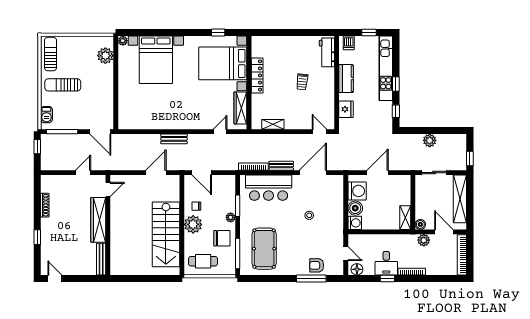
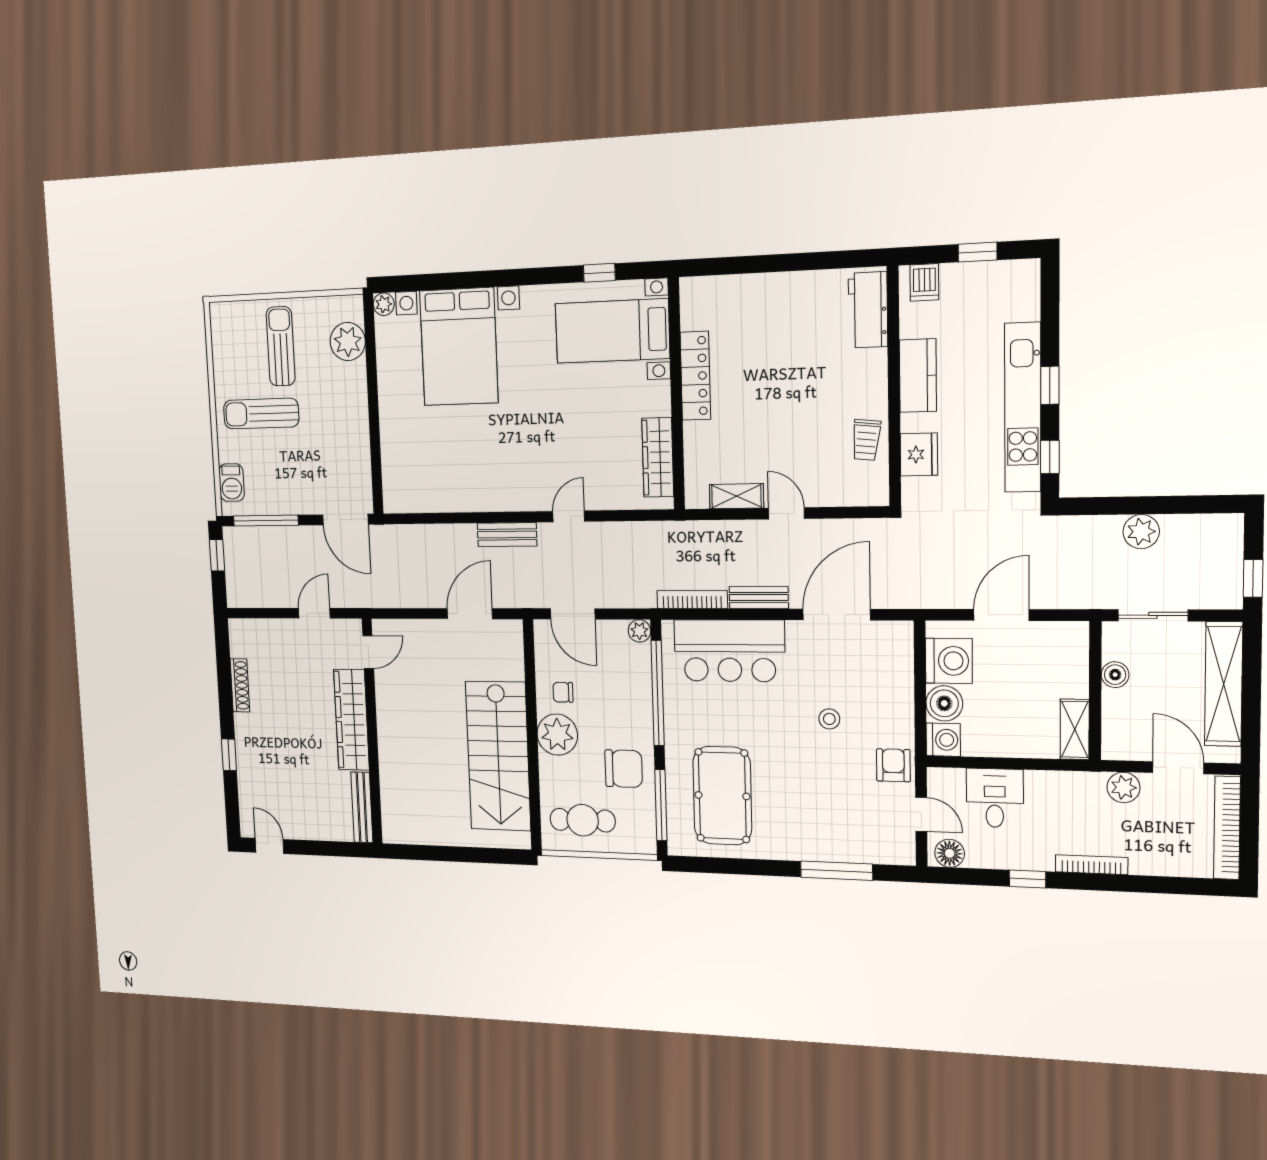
sun lounger: (50, 54) -> (281, 346), moved
bed with nightstands: (223, 63) -> (612, 331), width x0.73
kitchen unit: (386, 68) -> (1023, 408), moved
trolley: (302, 82) -> (866, 440), moved
door: (220, 132) -> (569, 516), moved
door: (319, 132) -> (786, 513), moved
window: (238, 206) -> (658, 693), width x2.11
plant: (231, 217) -> (639, 631), moved
boiler: (420, 224) -> (1115, 675), moved
desk: (386, 263) -> (995, 798), moved, turned 180
armchair: (317, 265) -> (893, 765), moved, turned 90

